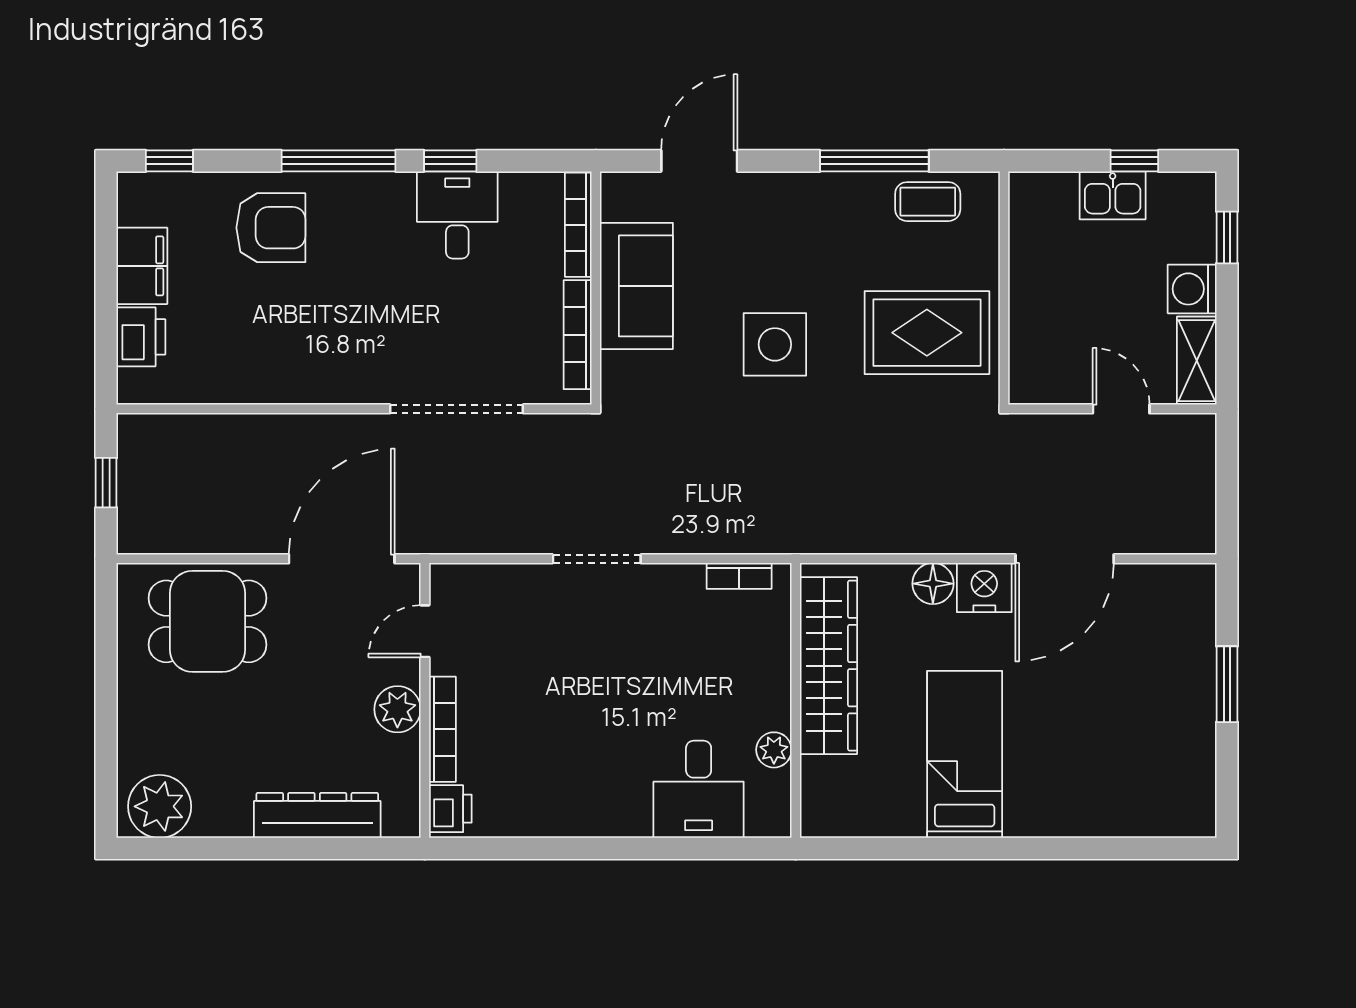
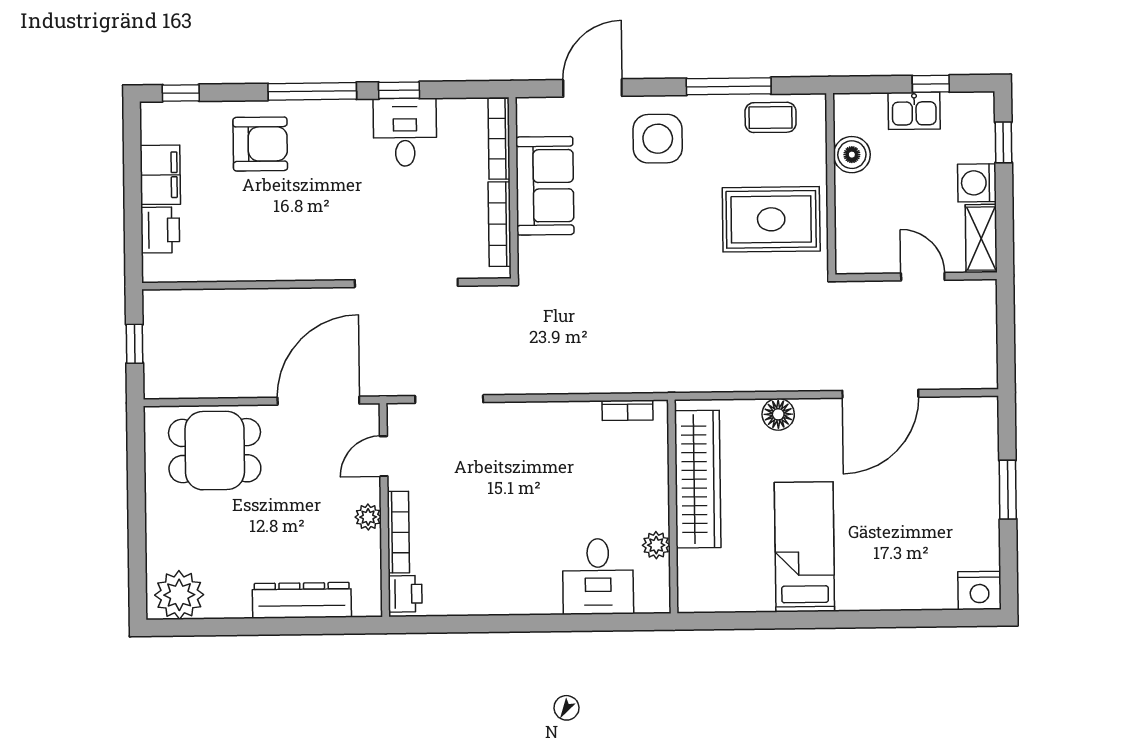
boiler: (1032, 251) -> (852, 155), added
side table: (775, 344) -> (658, 139), moved
doorway: (597, 559) -> (449, 399), moved
nightstand: (984, 588) -> (980, 590), moved, turned 180
plant: (397, 709) -> (368, 517), width x0.73, depth x0.73

